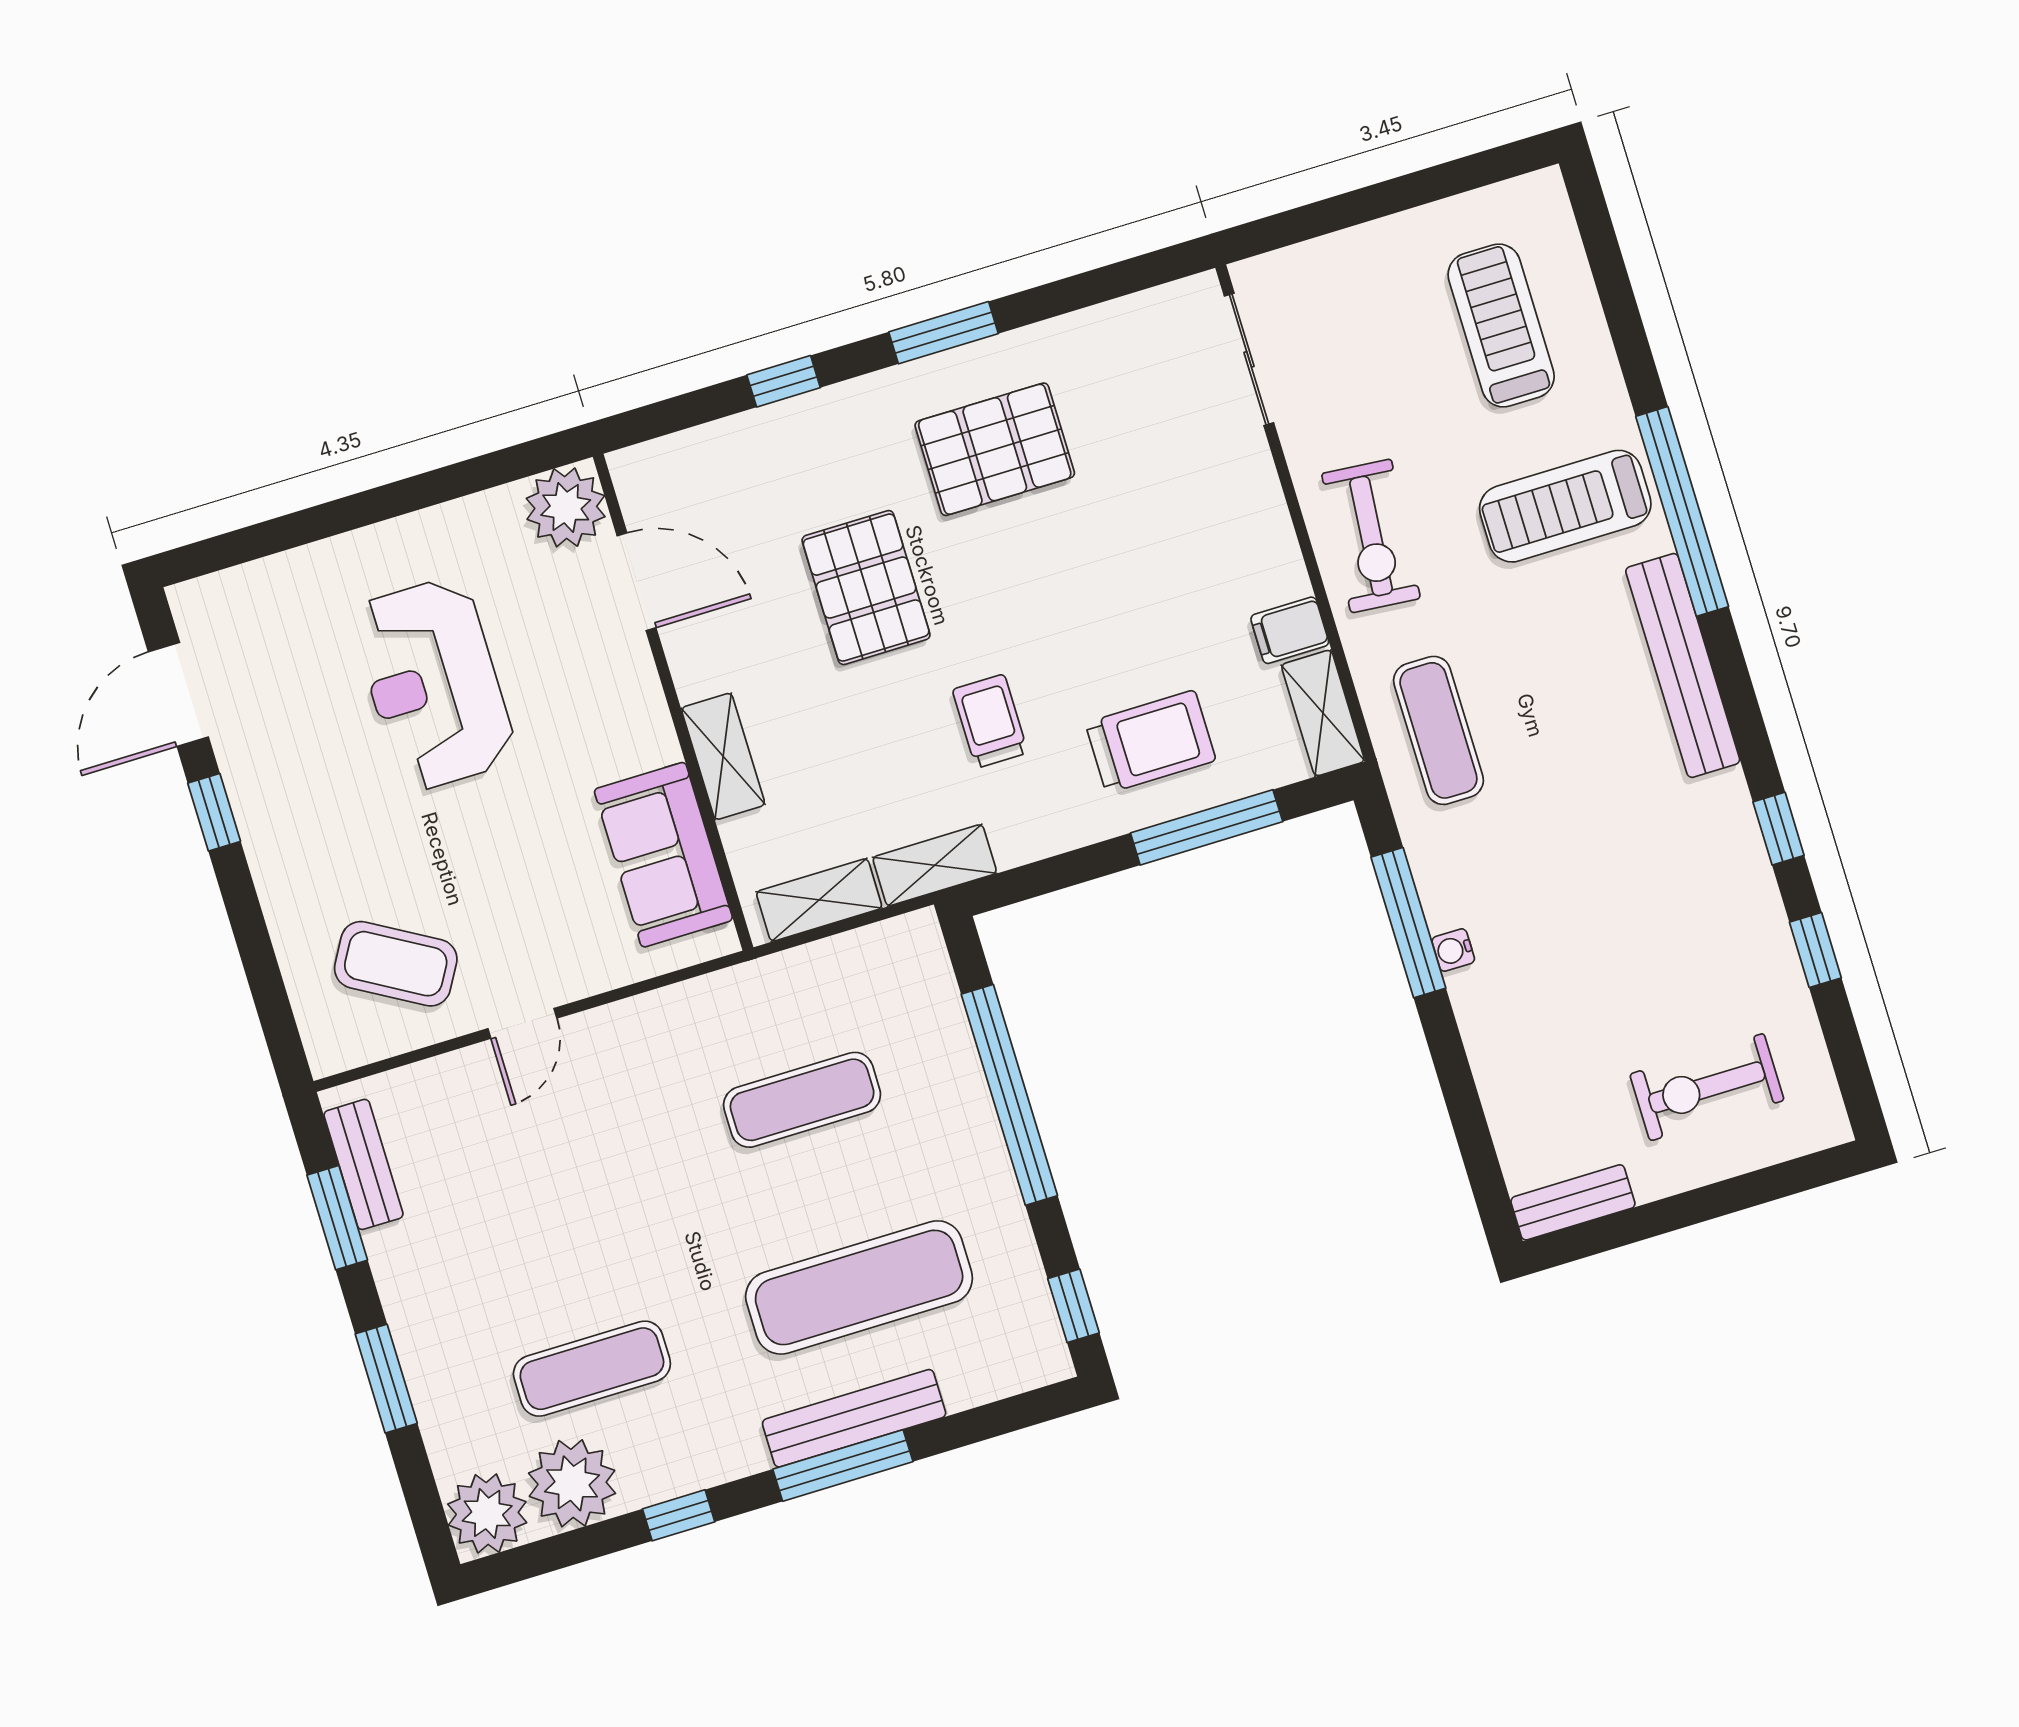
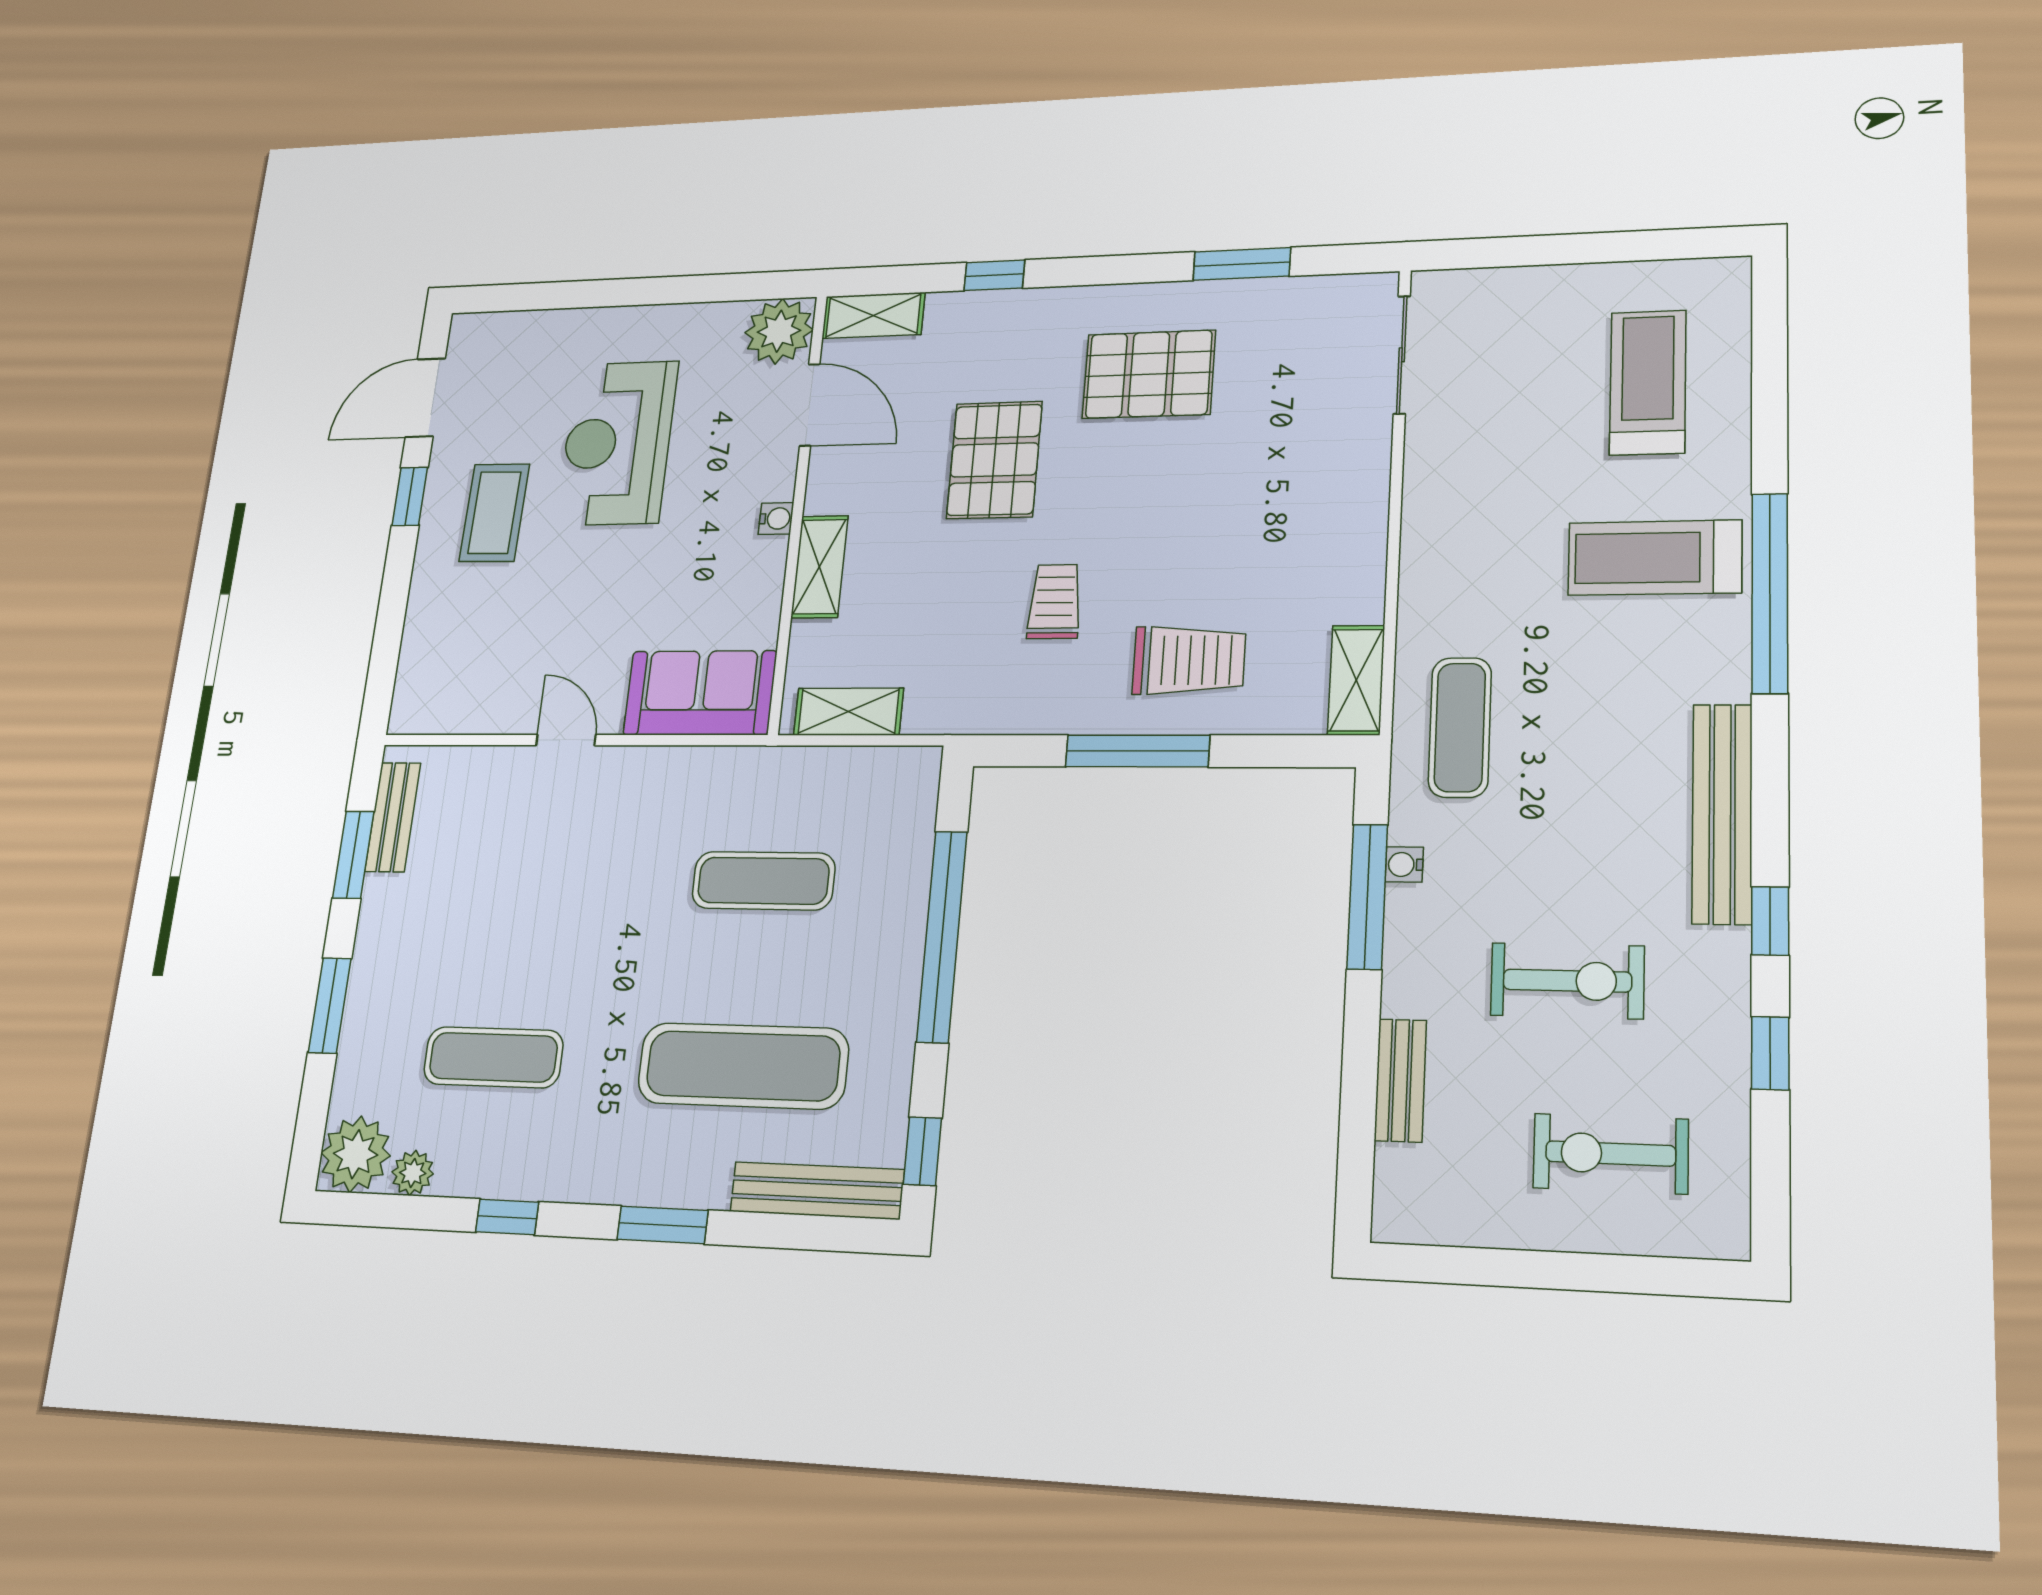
window: (944, 333) -> (1242, 264), moved
exercise bike: (1371, 536) -> (1567, 981), moved, turned -95
filing cabinet: (1290, 630) -> (1352, 598), removed
bench: (1683, 665) -> (1722, 813), moved
water cooler: (653, 718) -> (776, 519), added
window: (1207, 827) -> (1137, 751), moved
sofa: (663, 855) -> (700, 693), moved, turned 90
shelving: (935, 865) -> (873, 315), moved
water cooler: (1453, 950) -> (1404, 865), moved
coffee table: (396, 964) -> (494, 513), moved, turned 61
door: (522, 1023) -> (566, 740), swing flipped
bench: (1573, 1202) -> (1400, 1080), moved, turned 90
bench: (854, 1418) -> (817, 1191), moved
window: (843, 1465) -> (663, 1225), width x0.69
plant: (572, 1483) -> (413, 1173), width x0.53, depth x0.53

